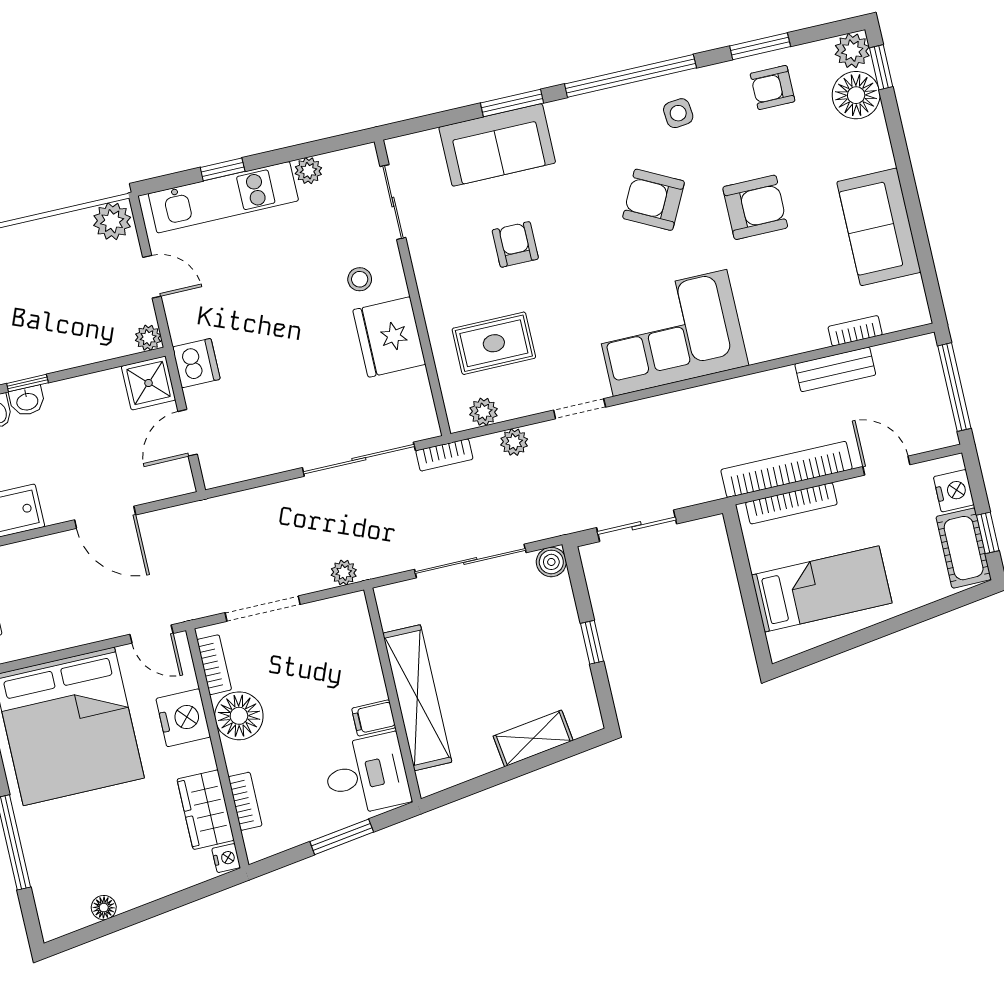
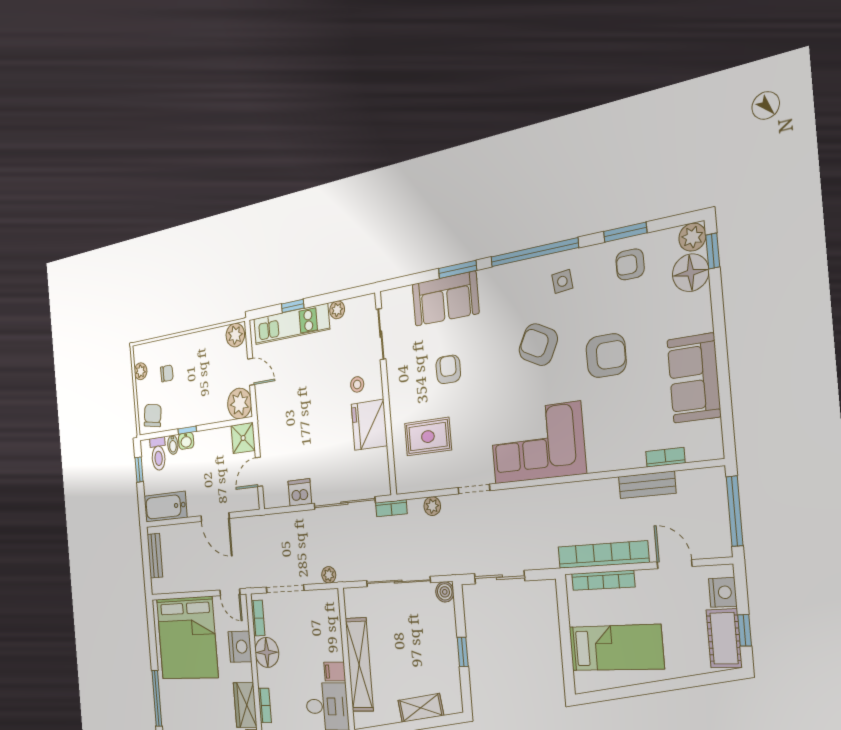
plant: (148, 338) -> (240, 404), width x1.88, depth x1.88
dishwasher: (196, 363) -> (300, 492), moved, turned -90
plant: (484, 412) -> (417, 483), removed

